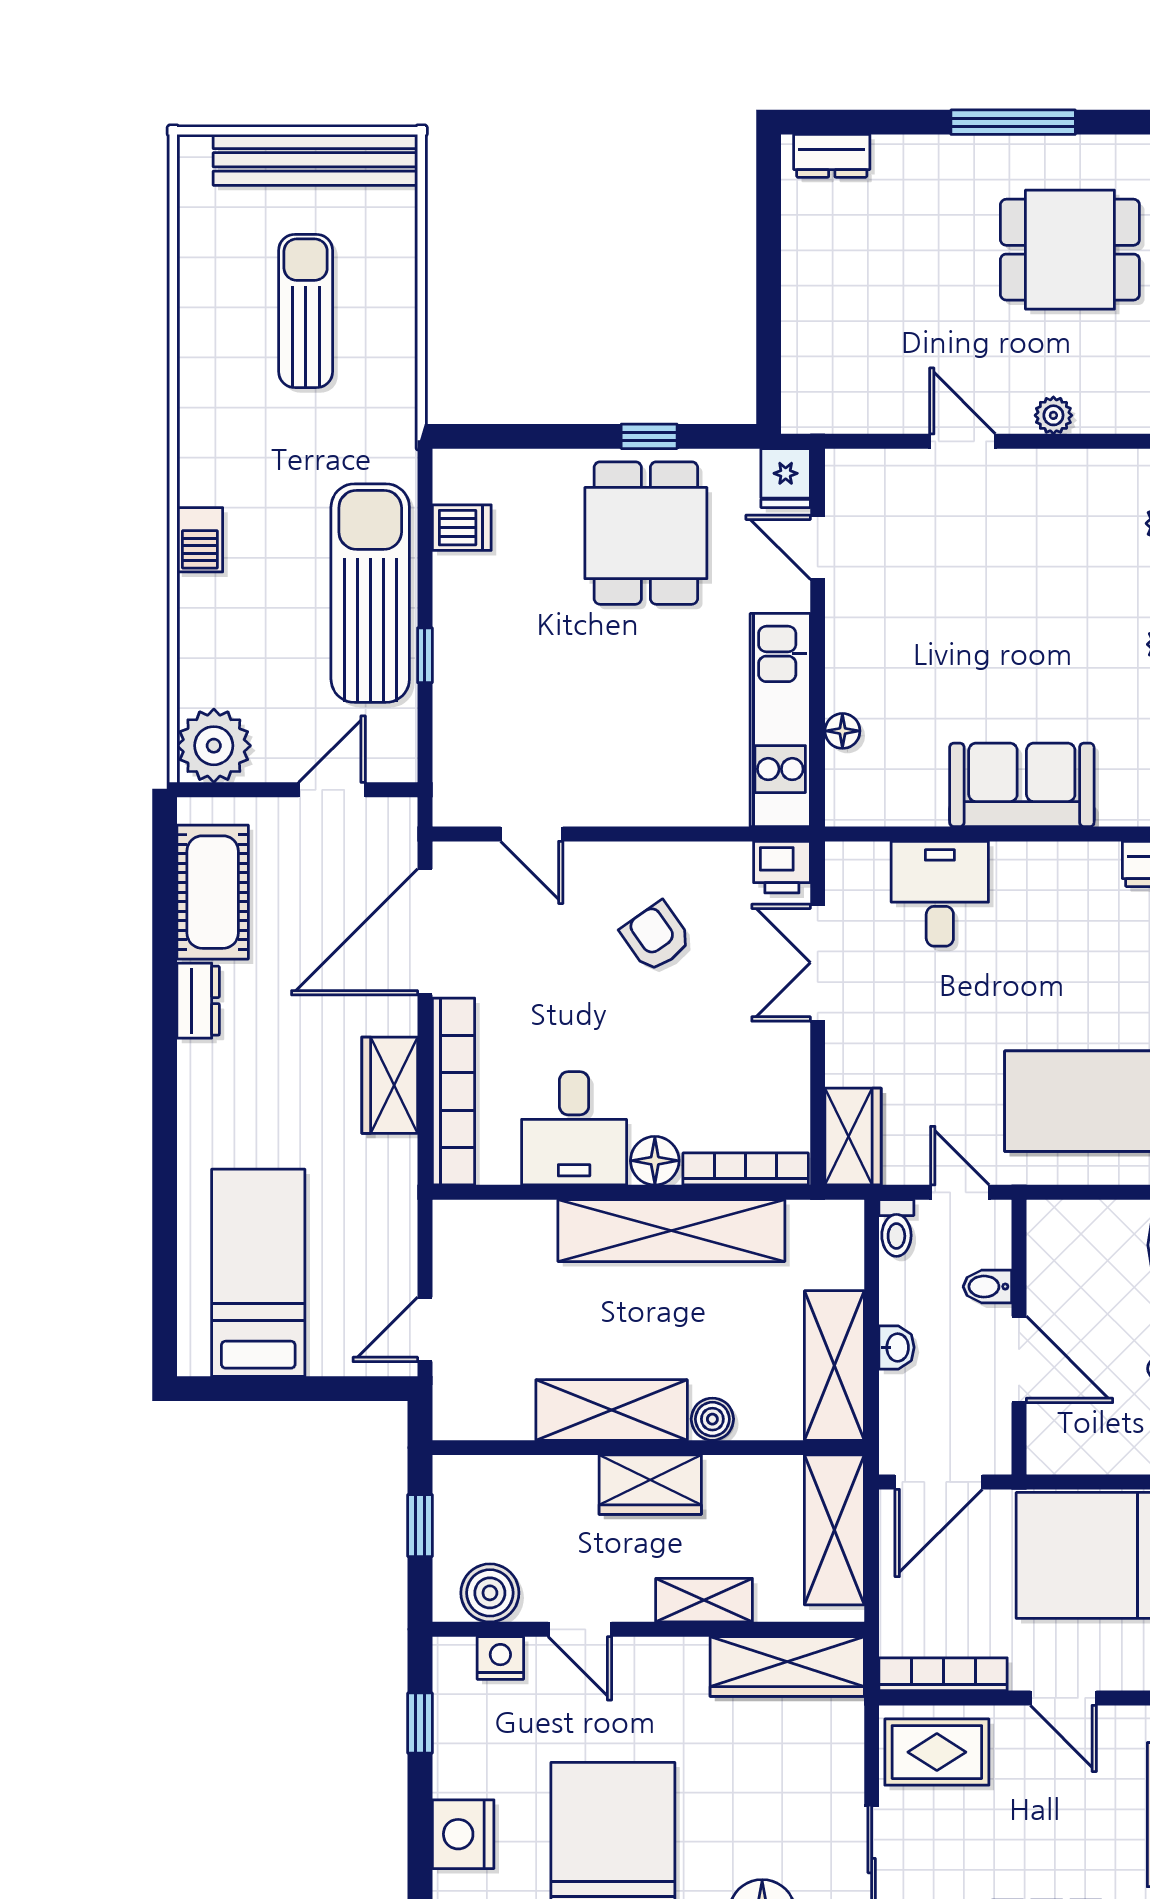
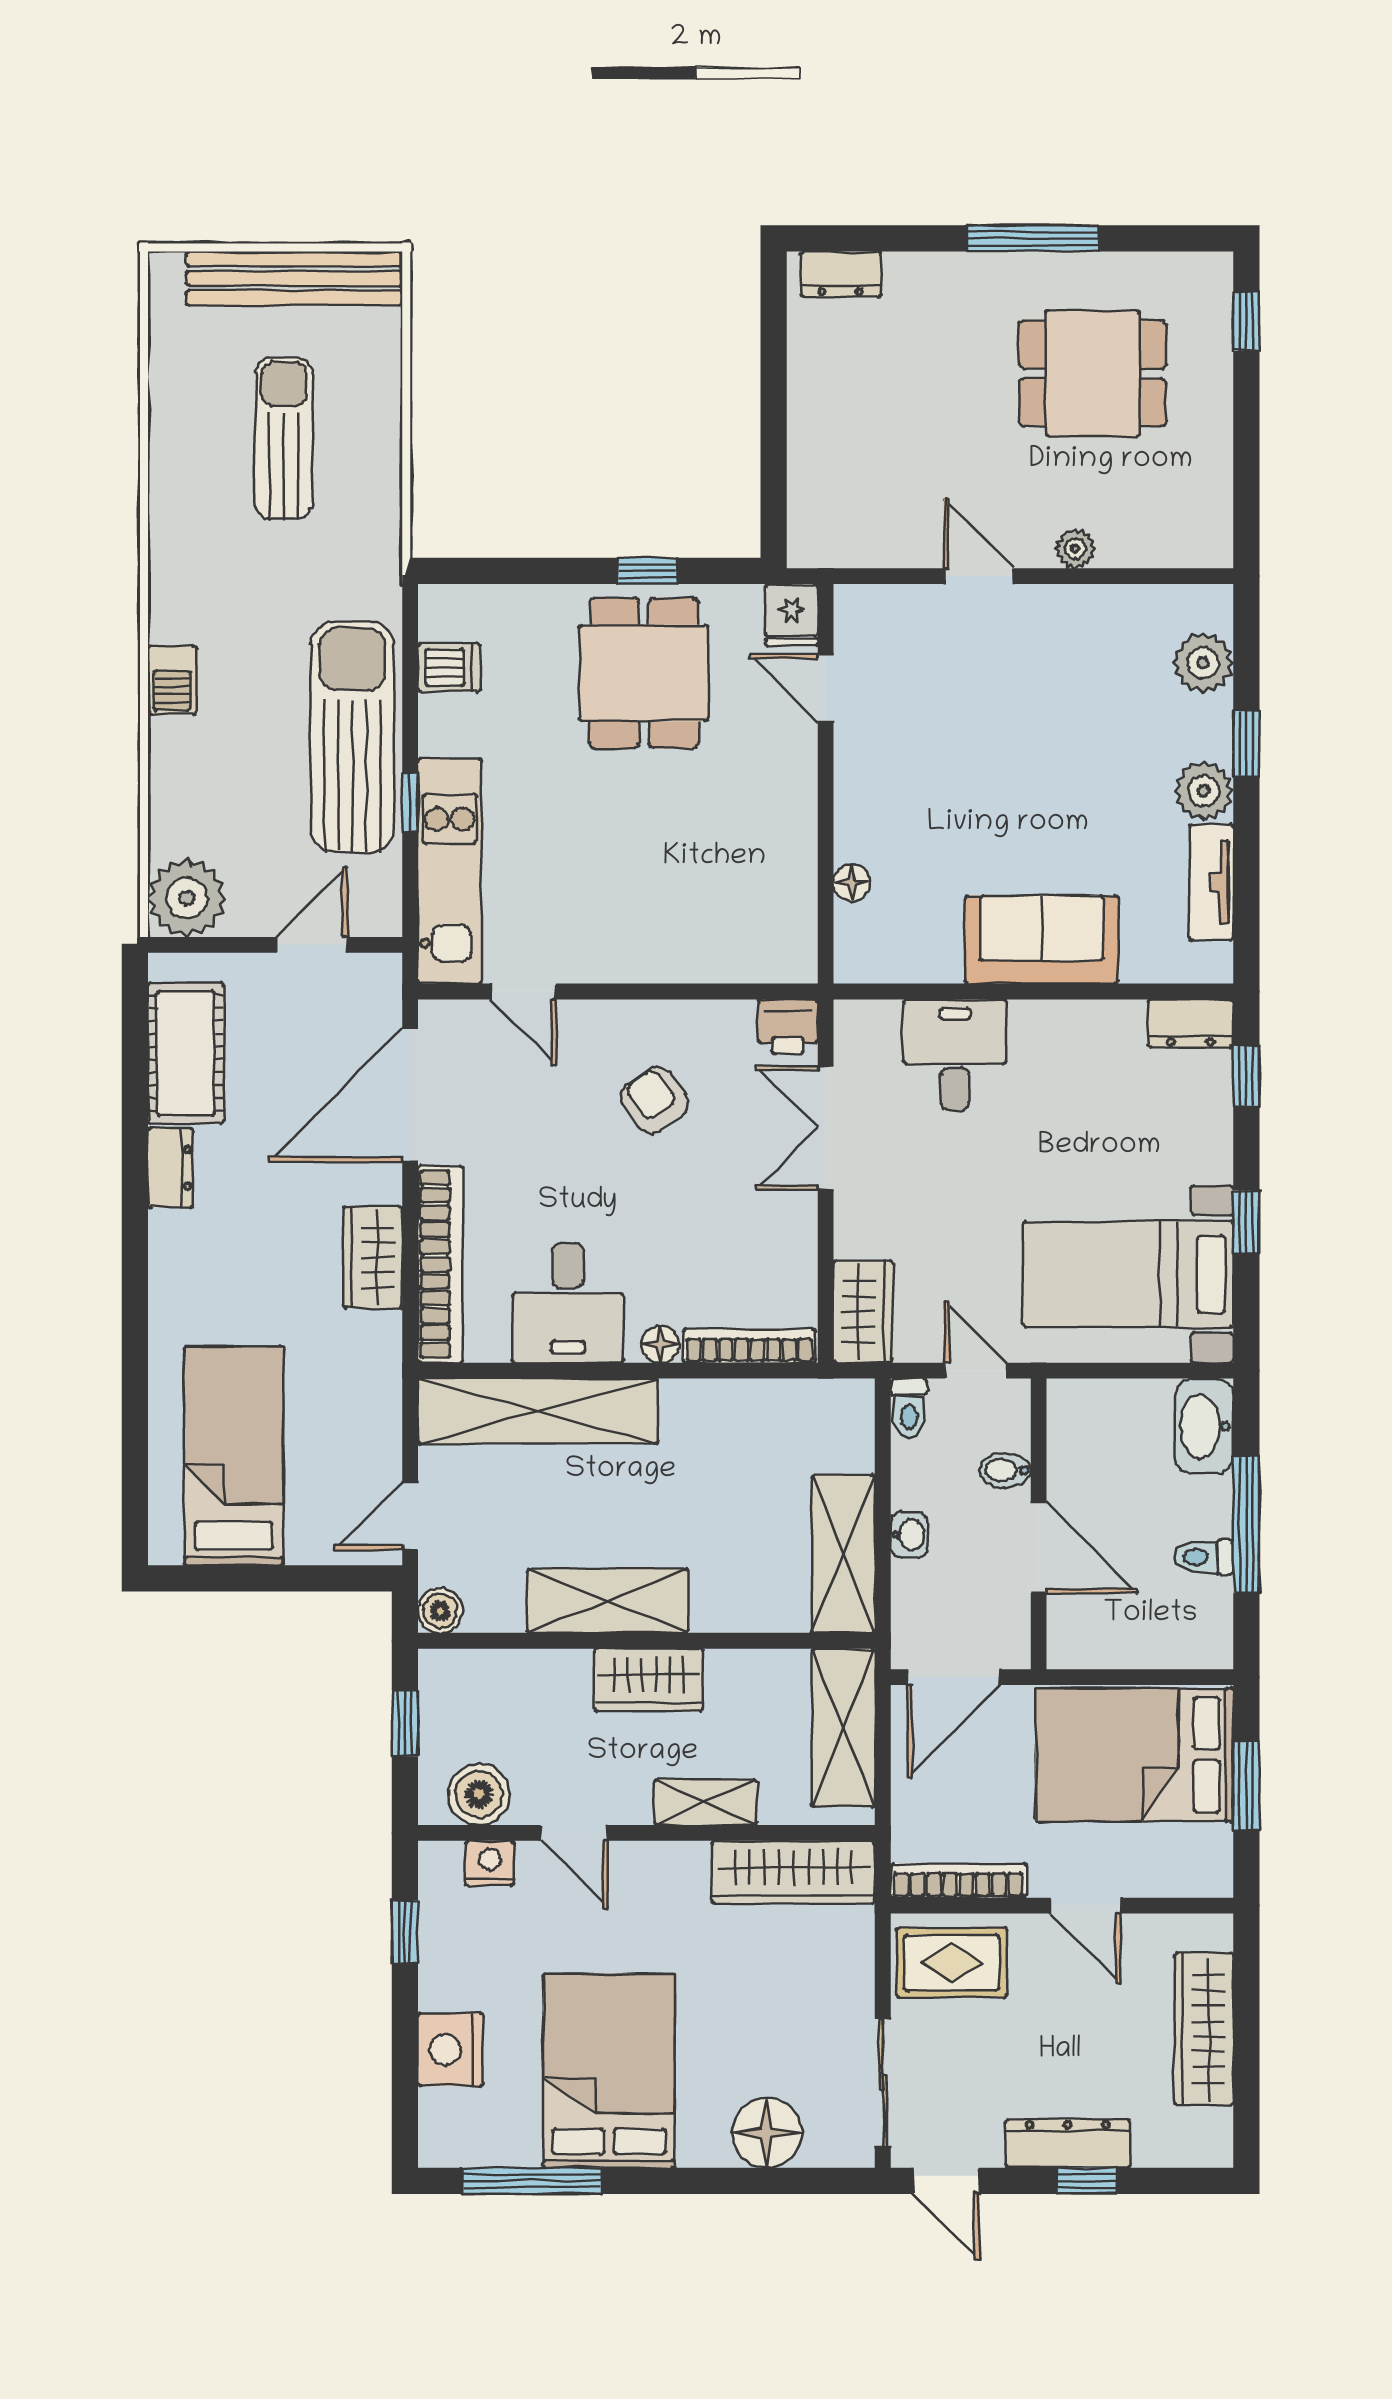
kitchen unit: (780, 720) -> (450, 871), moved, turned 180
floor lamp: (655, 1161) -> (660, 1344), width x0.73, depth x0.73
shelving: (671, 1231) -> (538, 1411), moved
boiler: (712, 1419) -> (440, 1611), moved

